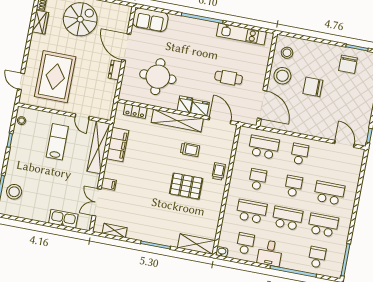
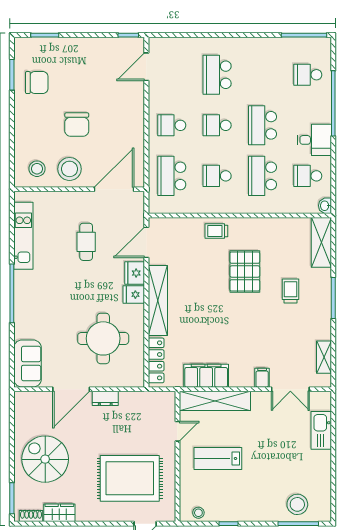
locker: (135, 111) -> (156, 360), width x1.53
trolley: (190, 150) -> (290, 291), moved
school desk: (323, 225) -> (262, 75), removed

